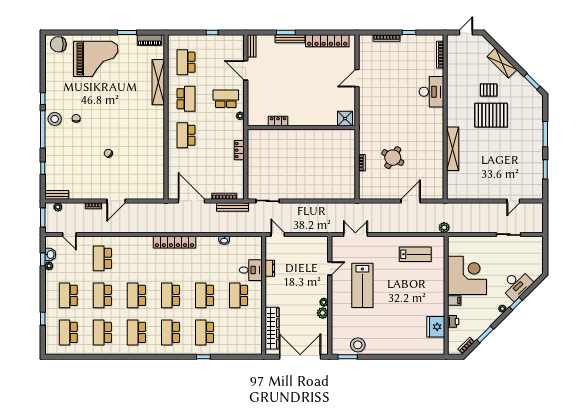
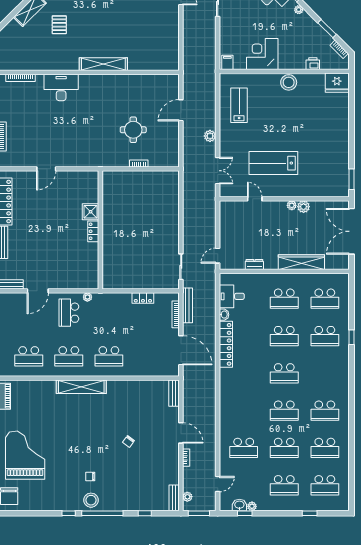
door: (357, 78) -> (46, 169), hinge flipped
shelving: (158, 82) -> (81, 387), moved
school desk: (186, 99) -> (69, 356), turned 180
pallet: (491, 115) -> (87, 22), removed
shower: (345, 119) -> (91, 212), moved
locker: (278, 121) -> (93, 231), moved
shelving: (453, 149) -> (103, 64), moved
locker: (239, 150) -> (143, 298), moved
round table: (393, 158) -> (133, 130), turned -31
bench: (152, 195) -> (174, 393), added
door: (191, 201) -> (181, 350), swing flipped
door: (411, 201) -> (181, 110), hinge flipped
plant: (444, 228) -> (210, 136), moved
double door: (355, 235) -> (218, 171), swing flipped
locker: (174, 242) -> (226, 344), moved
desk: (251, 270) -> (232, 296), moved, turned -90
corner desk: (467, 275) -> (262, 54), width x0.74, depth x0.74
lab bench: (362, 285) -> (273, 163), turned 180
filing cabinet: (454, 300) -> (227, 62), moved
fridge: (436, 327) -> (337, 83), moved
wardrobe: (272, 328) -> (301, 262), moved
school desk: (170, 332) -> (325, 299), moved
stool: (358, 345) -> (289, 82), moved

